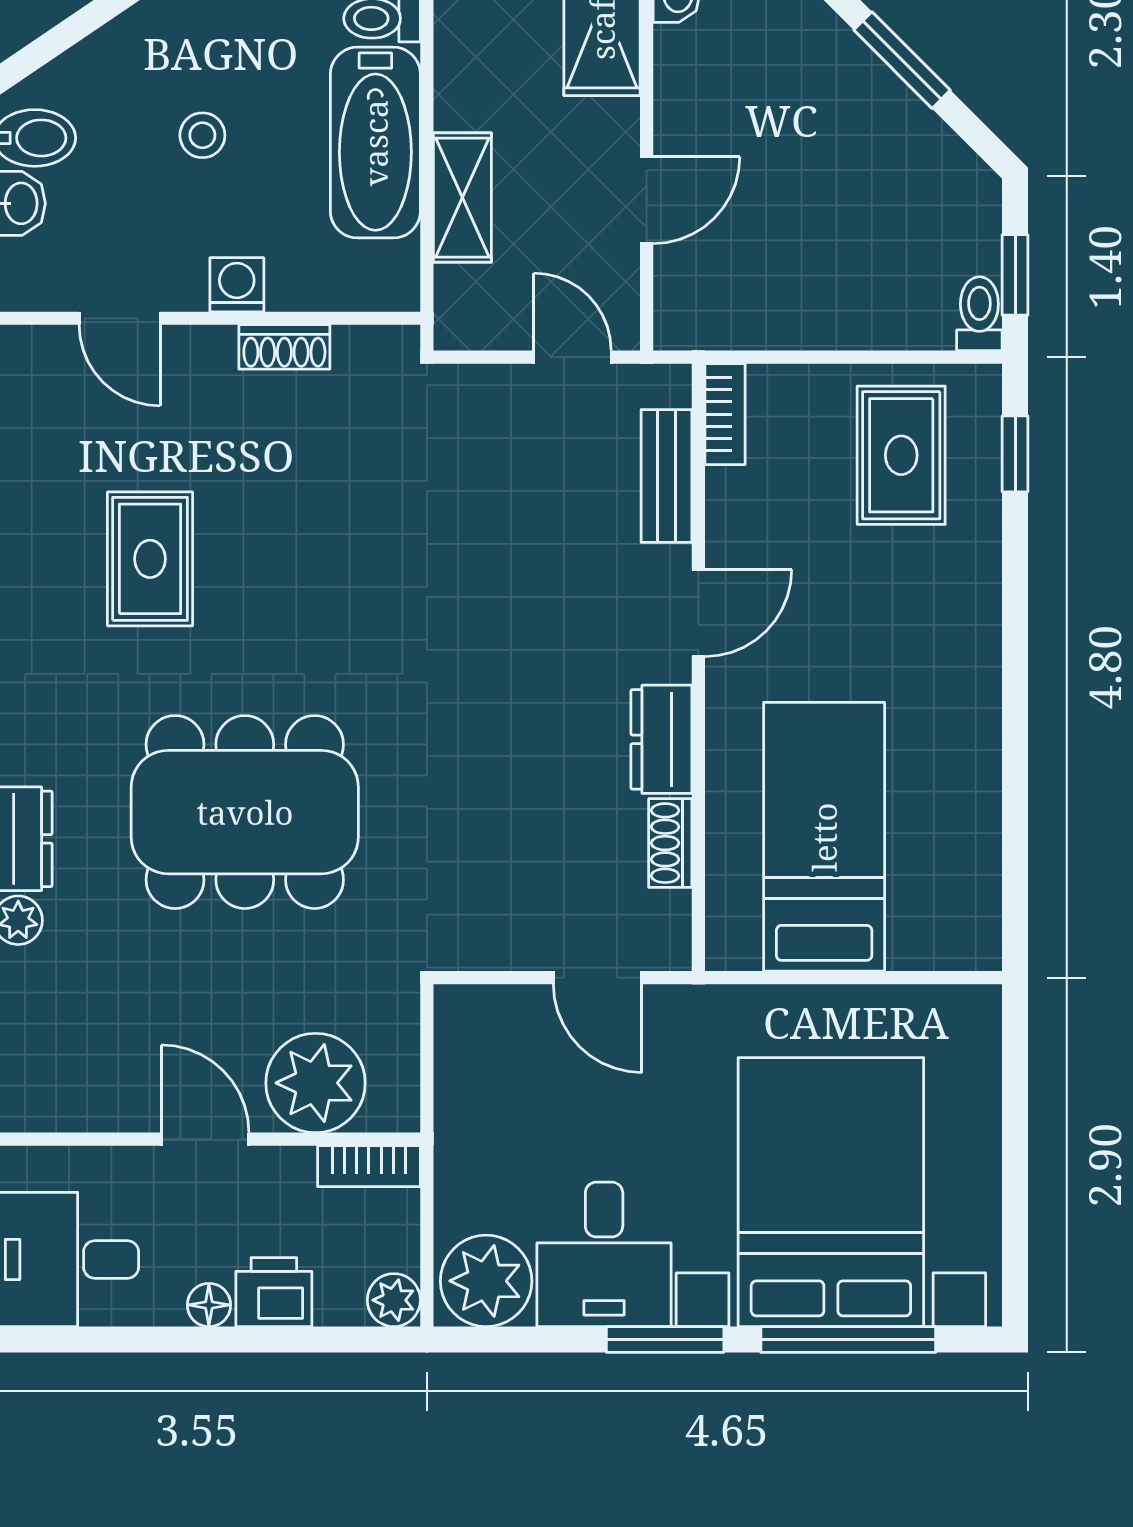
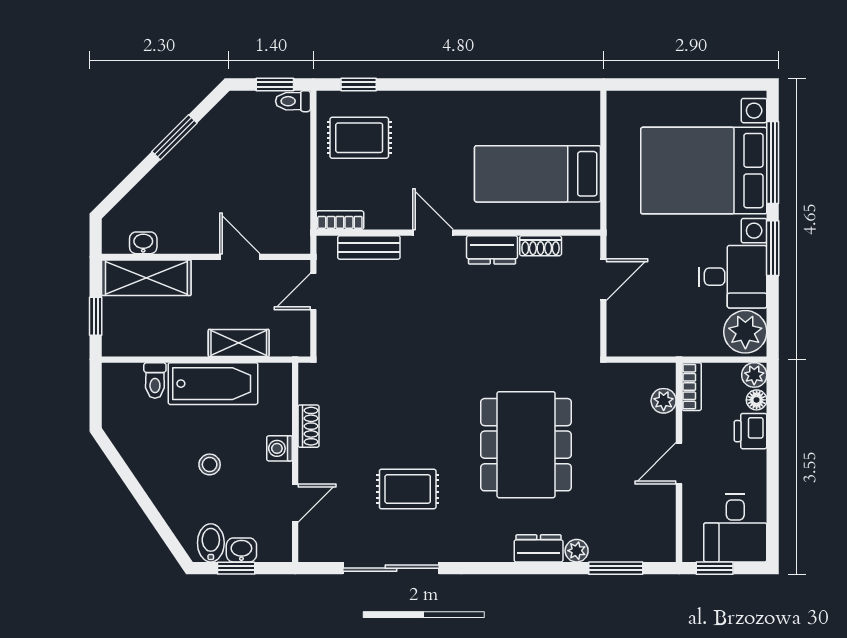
plant: (315, 1083) -> (664, 401), width x0.53, depth x0.53
floor lamp: (209, 1305) -> (757, 400), moved

